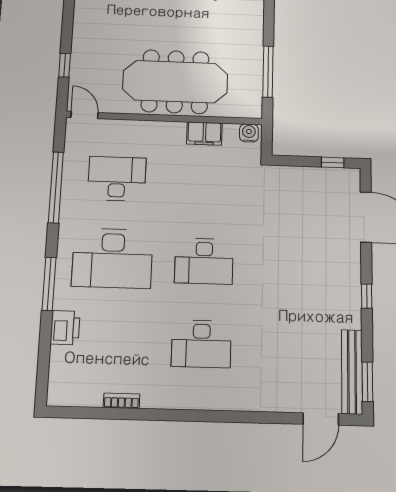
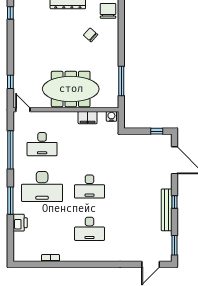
desk: (117, 179) -> (42, 144), turned 180
bench: (352, 372) -> (167, 210), moved

